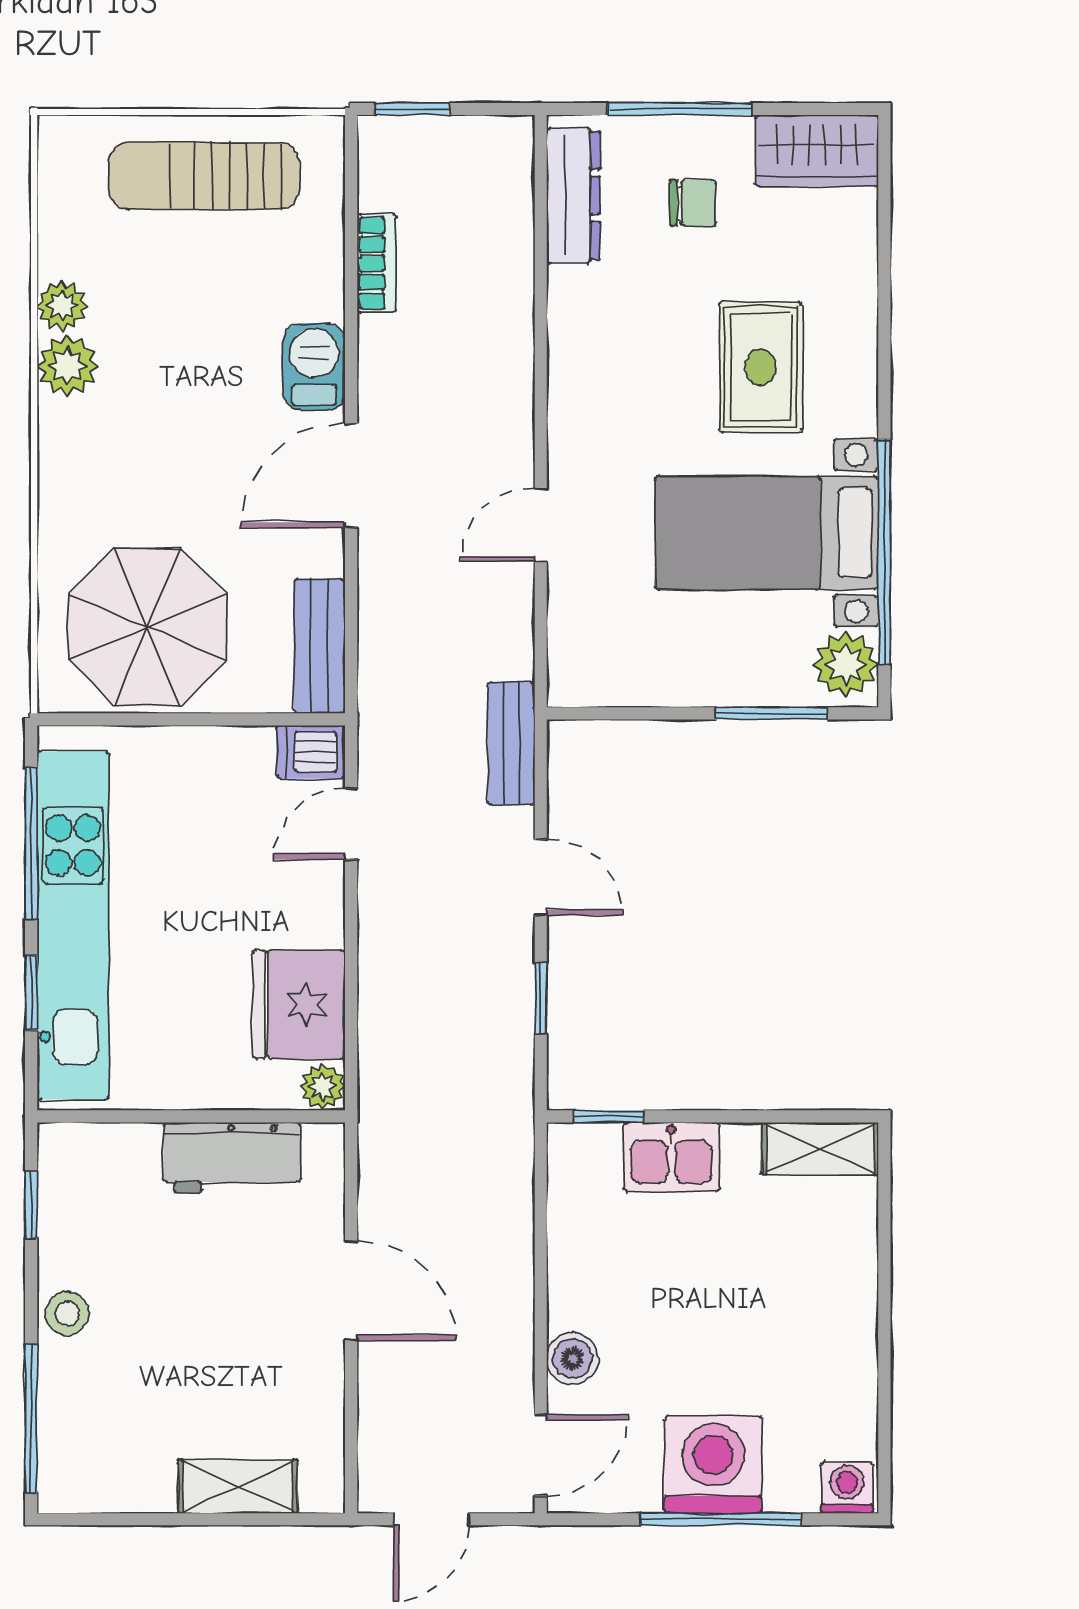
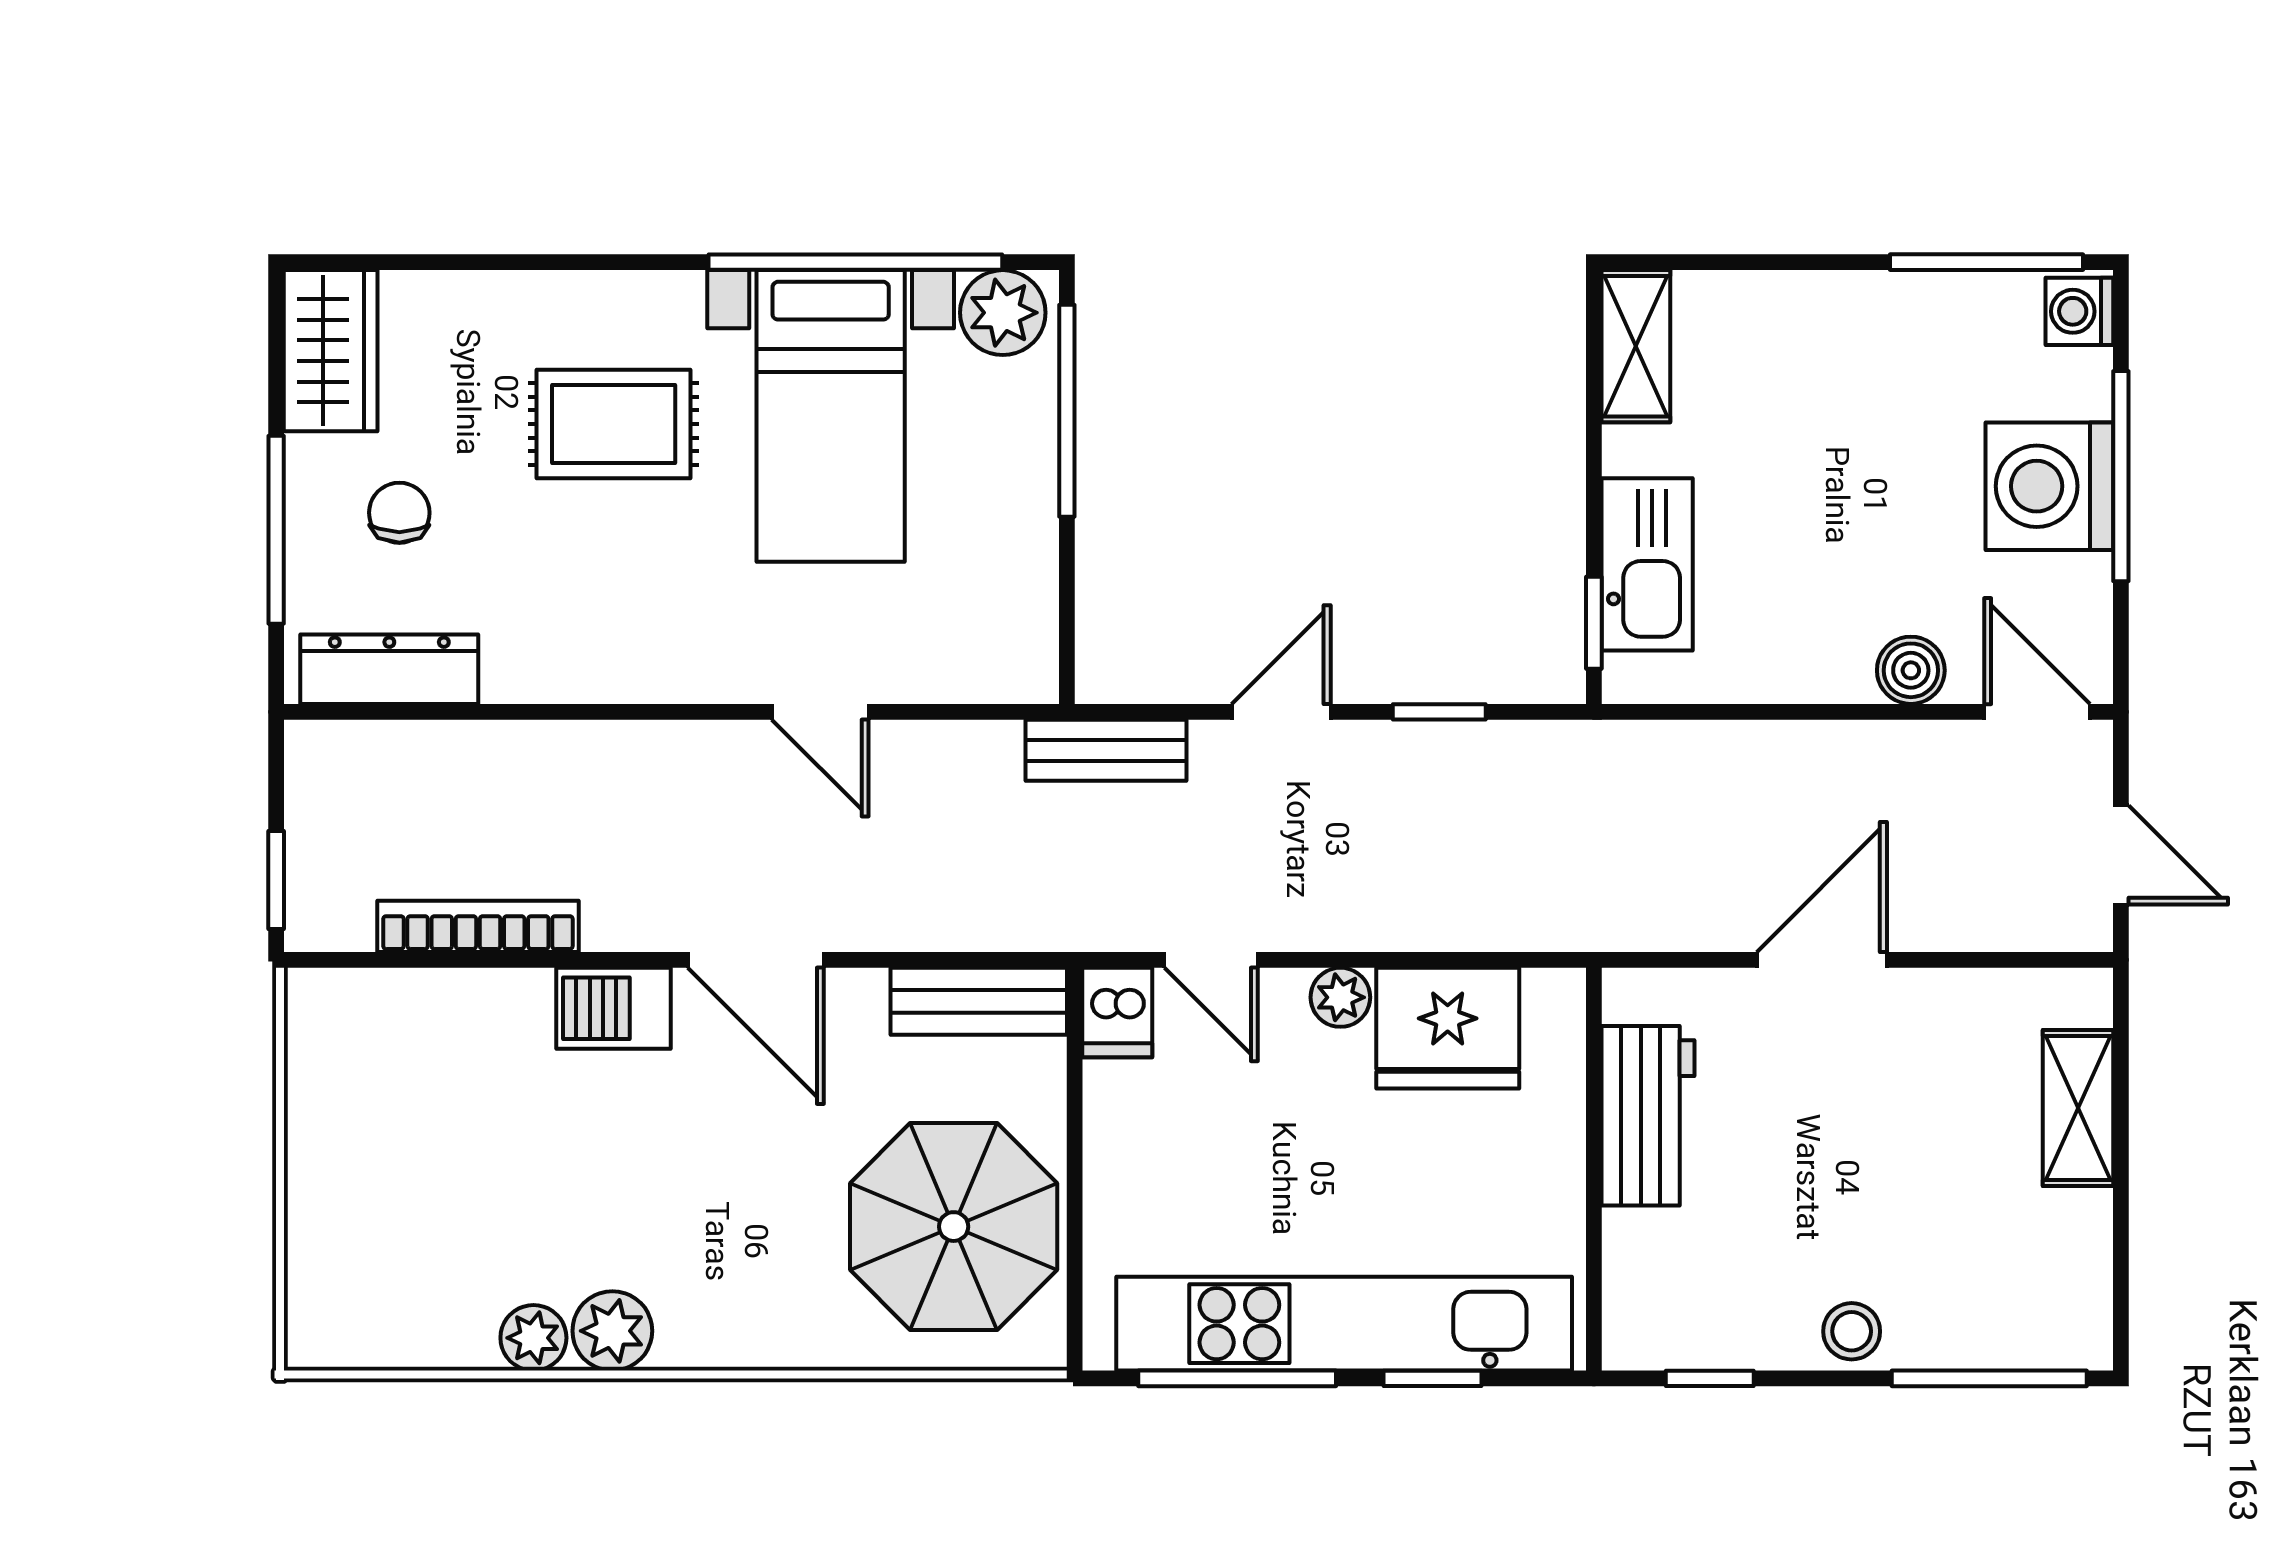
sun lounger: (204, 176) -> (364, 1153), removed
bookcase: (377, 263) -> (478, 926), width x1.56
window: (771, 713) -> (1067, 411), width x1.44
plant: (322, 1087) -> (1340, 997), moved
kitchen sink: (671, 1157) -> (1647, 564), width x1.38
window: (884, 1416) -> (1987, 262), added

